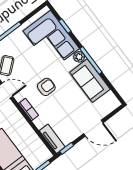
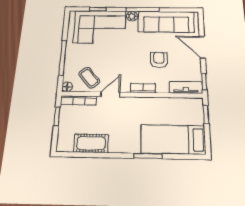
sofa: (90, 81) -> (166, 22), width x1.36
armchair: (46, 87) -> (159, 60), moved
door: (93, 128) -> (202, 47), swing flipped

